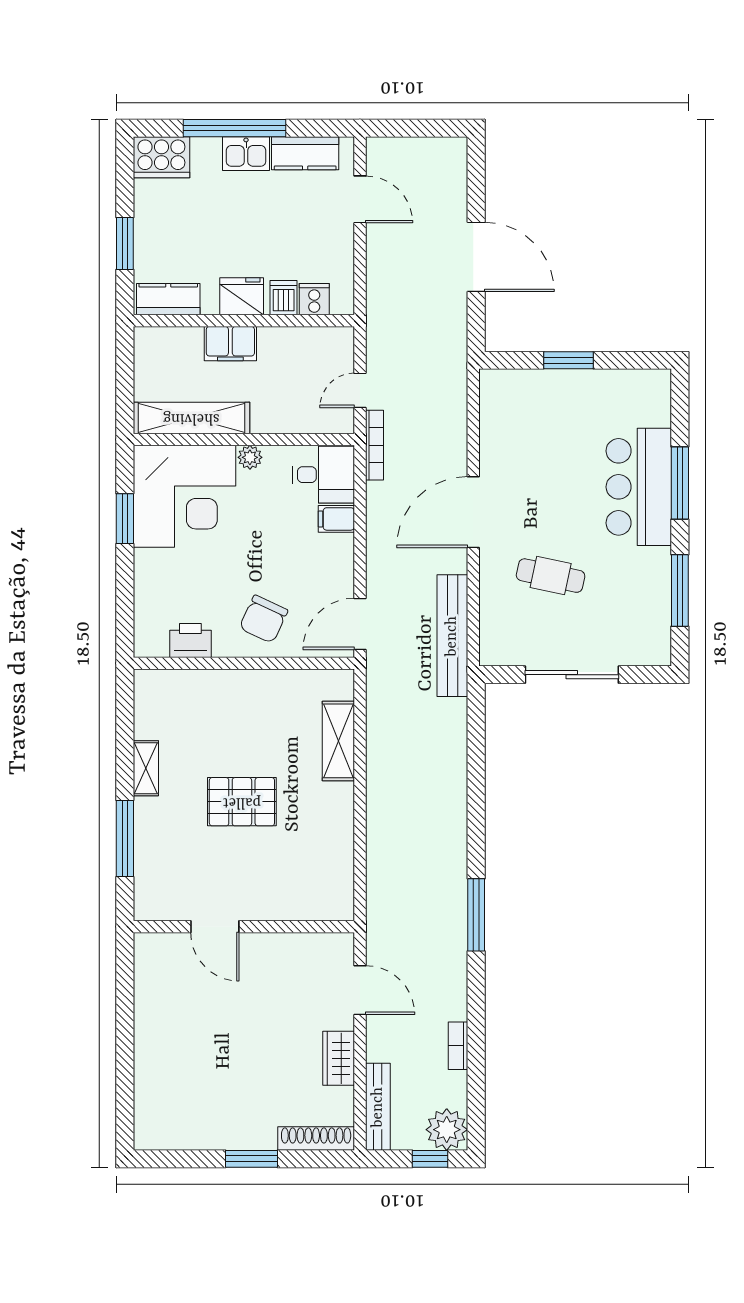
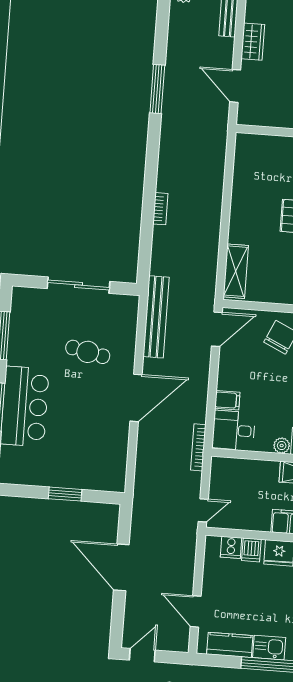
door: (435, 128) -> (142, 655), added
door: (360, 390) -> (203, 510), moved
shelving: (338, 741) -> (236, 271), moved
window: (476, 915) -> (157, 89), moved
bookcase: (458, 1046) -> (160, 209), moved

